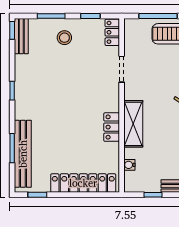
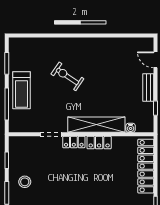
locker: (112, 32) -> (74, 142), moved
shelving: (133, 124) -> (96, 125), width x1.47

